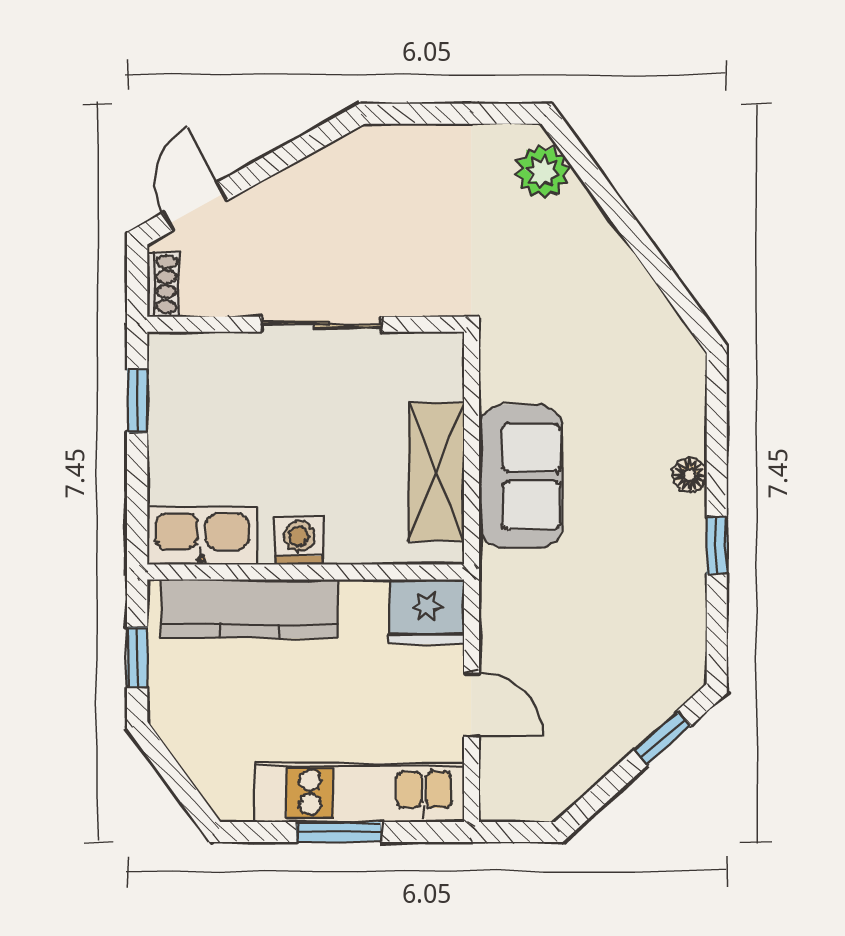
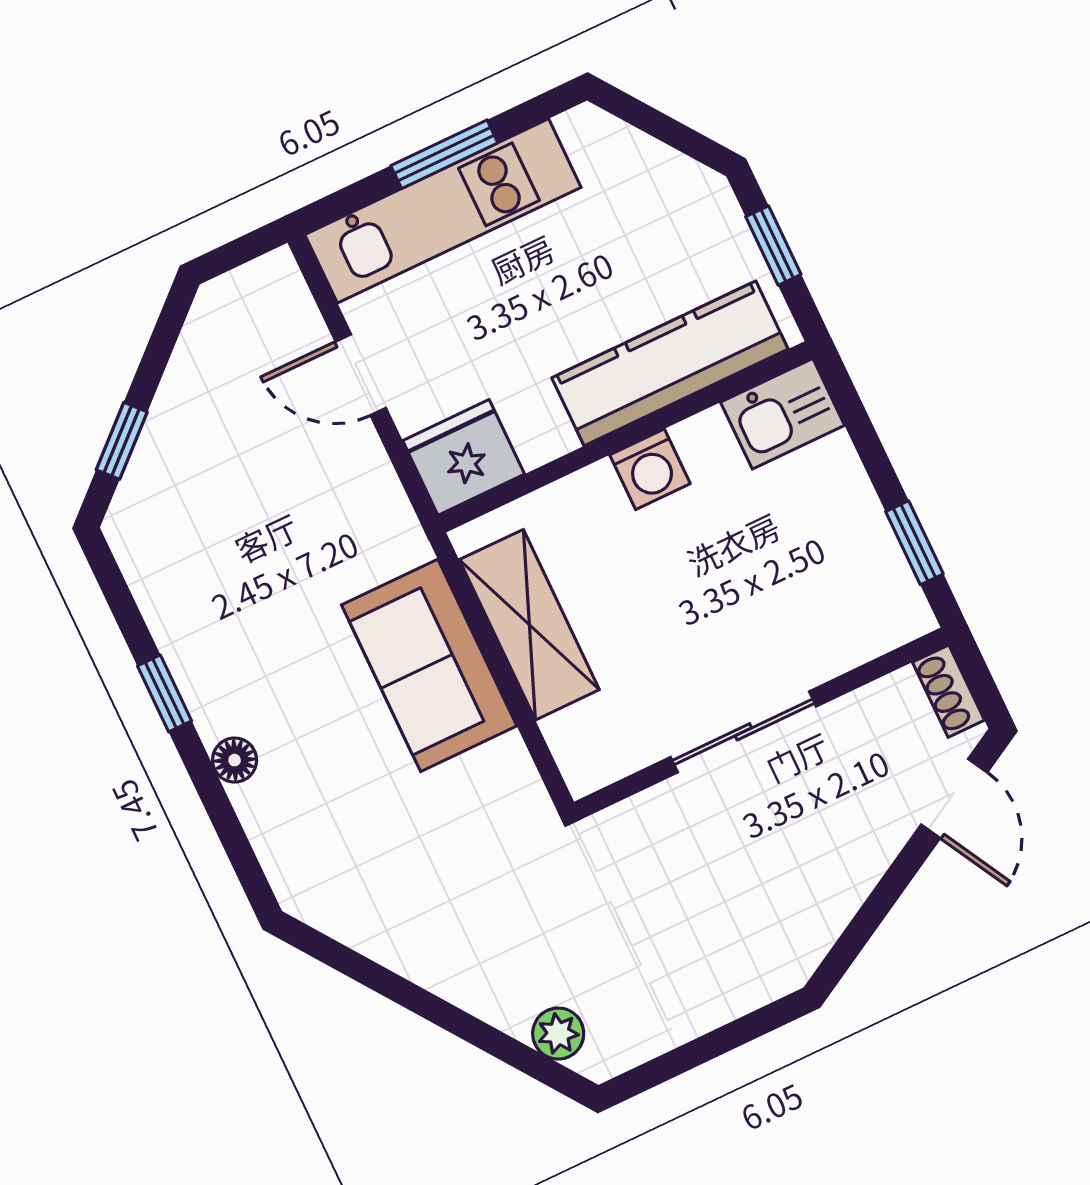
plant: (542, 172) -> (558, 1034), width x0.73, depth x0.73
kitchen sink: (202, 536) -> (783, 414), width x0.73

